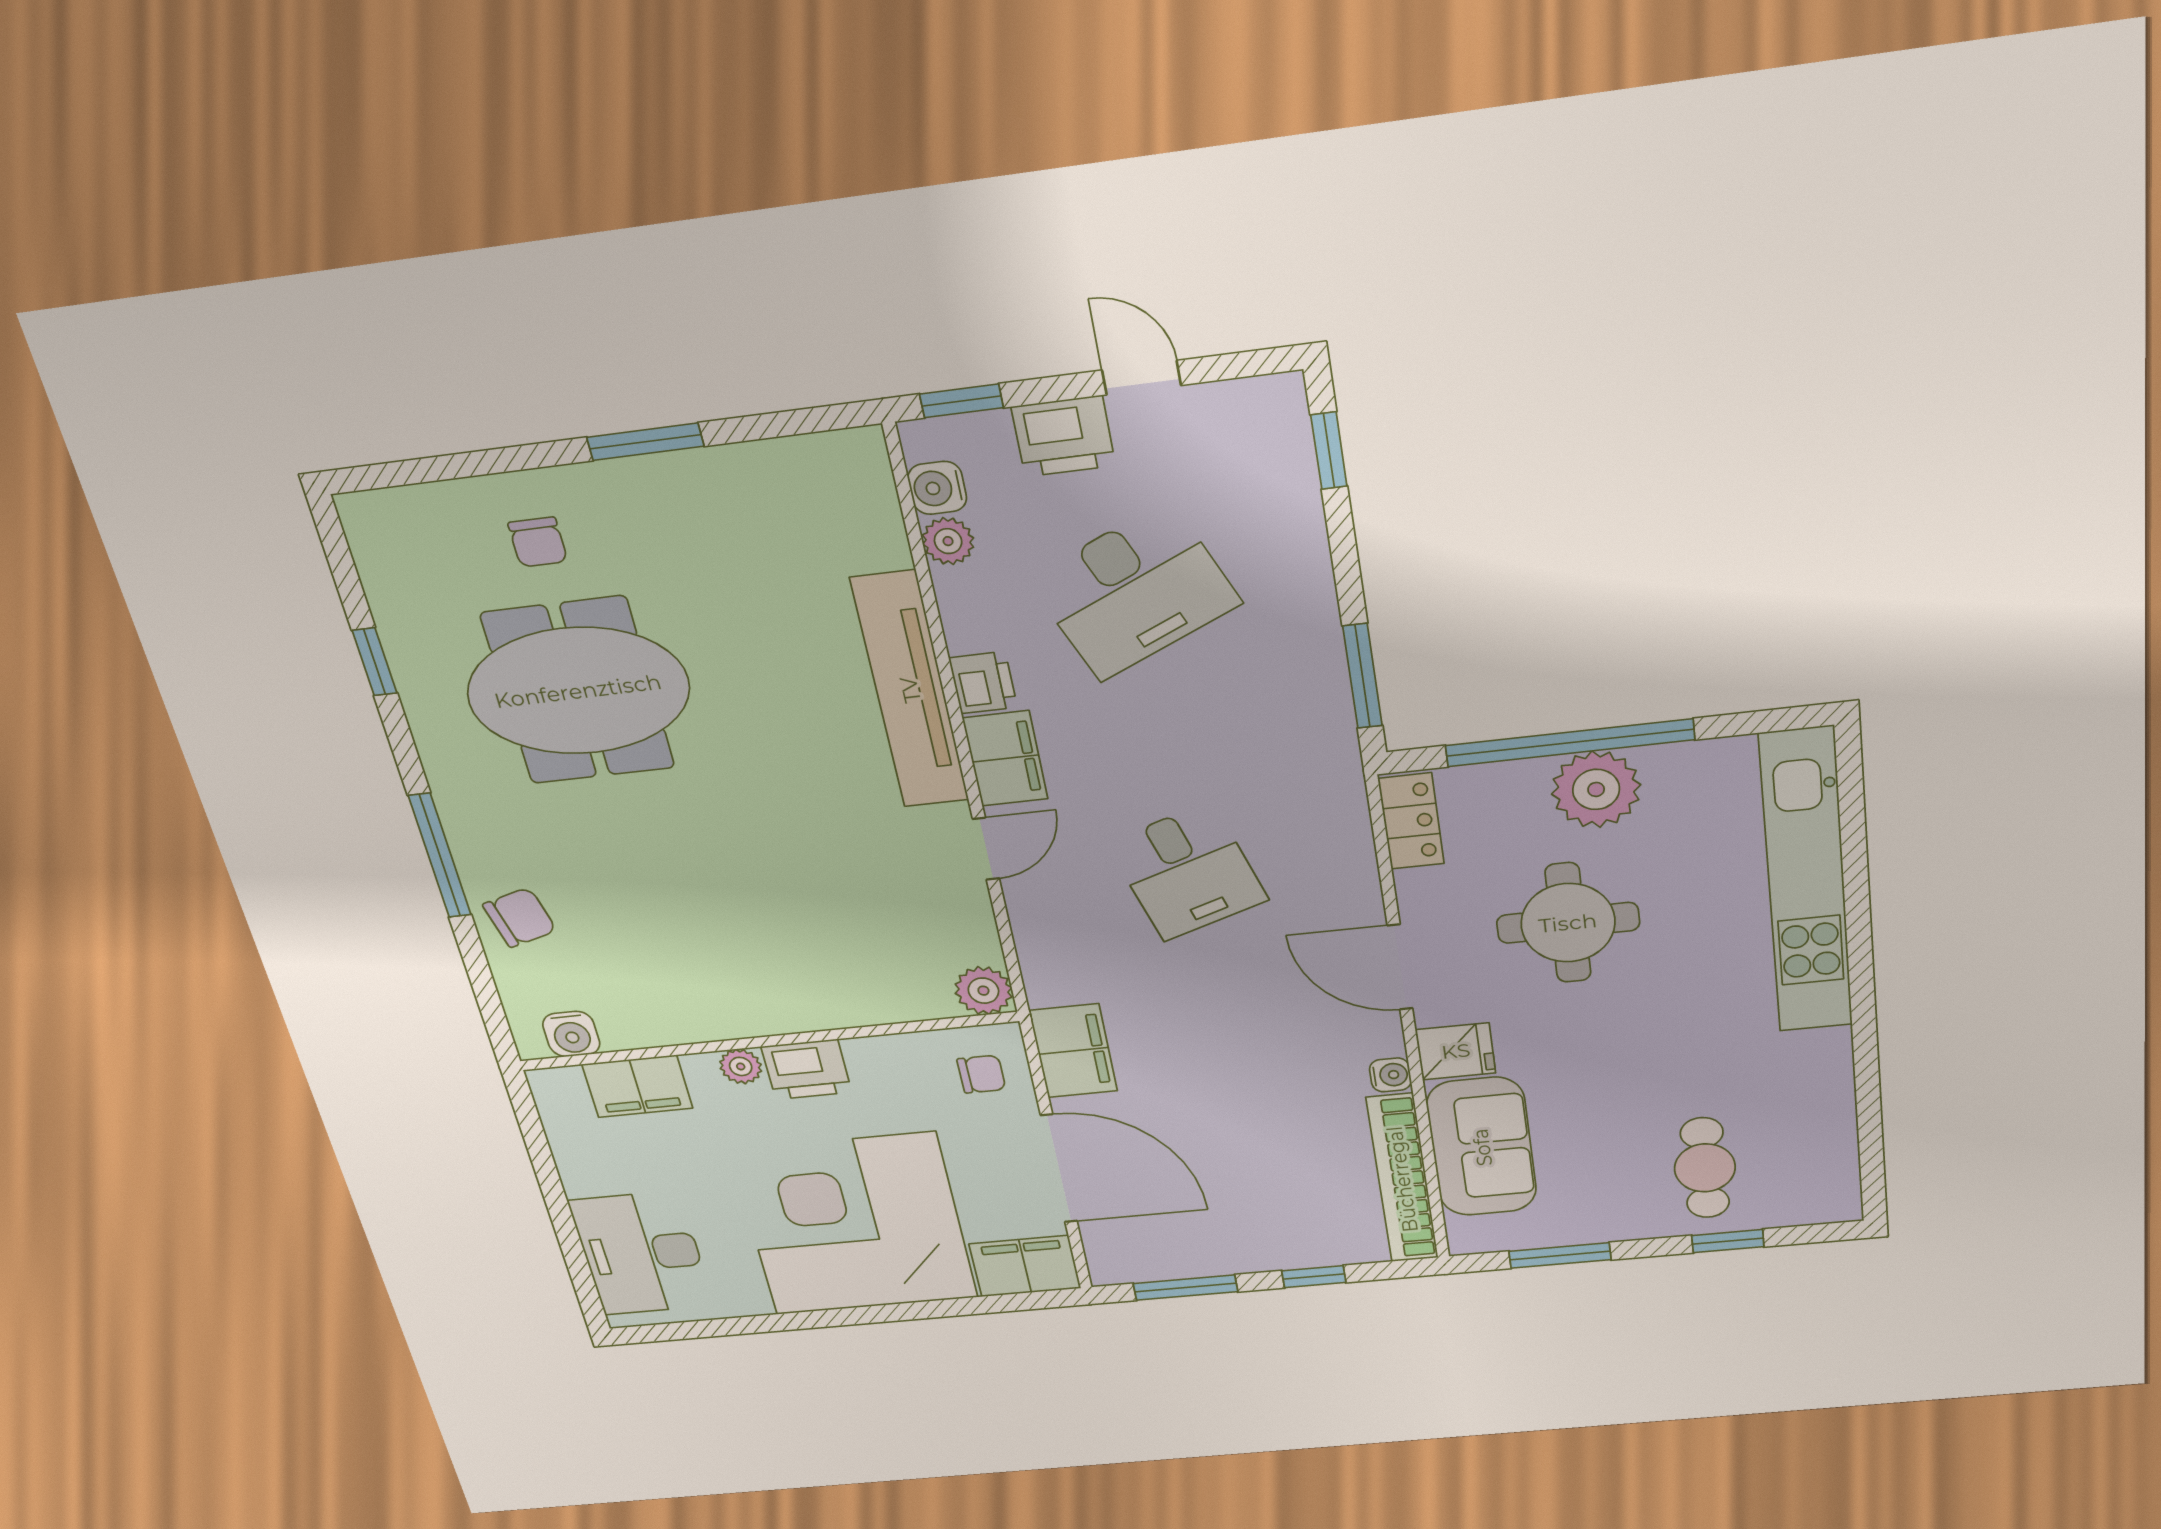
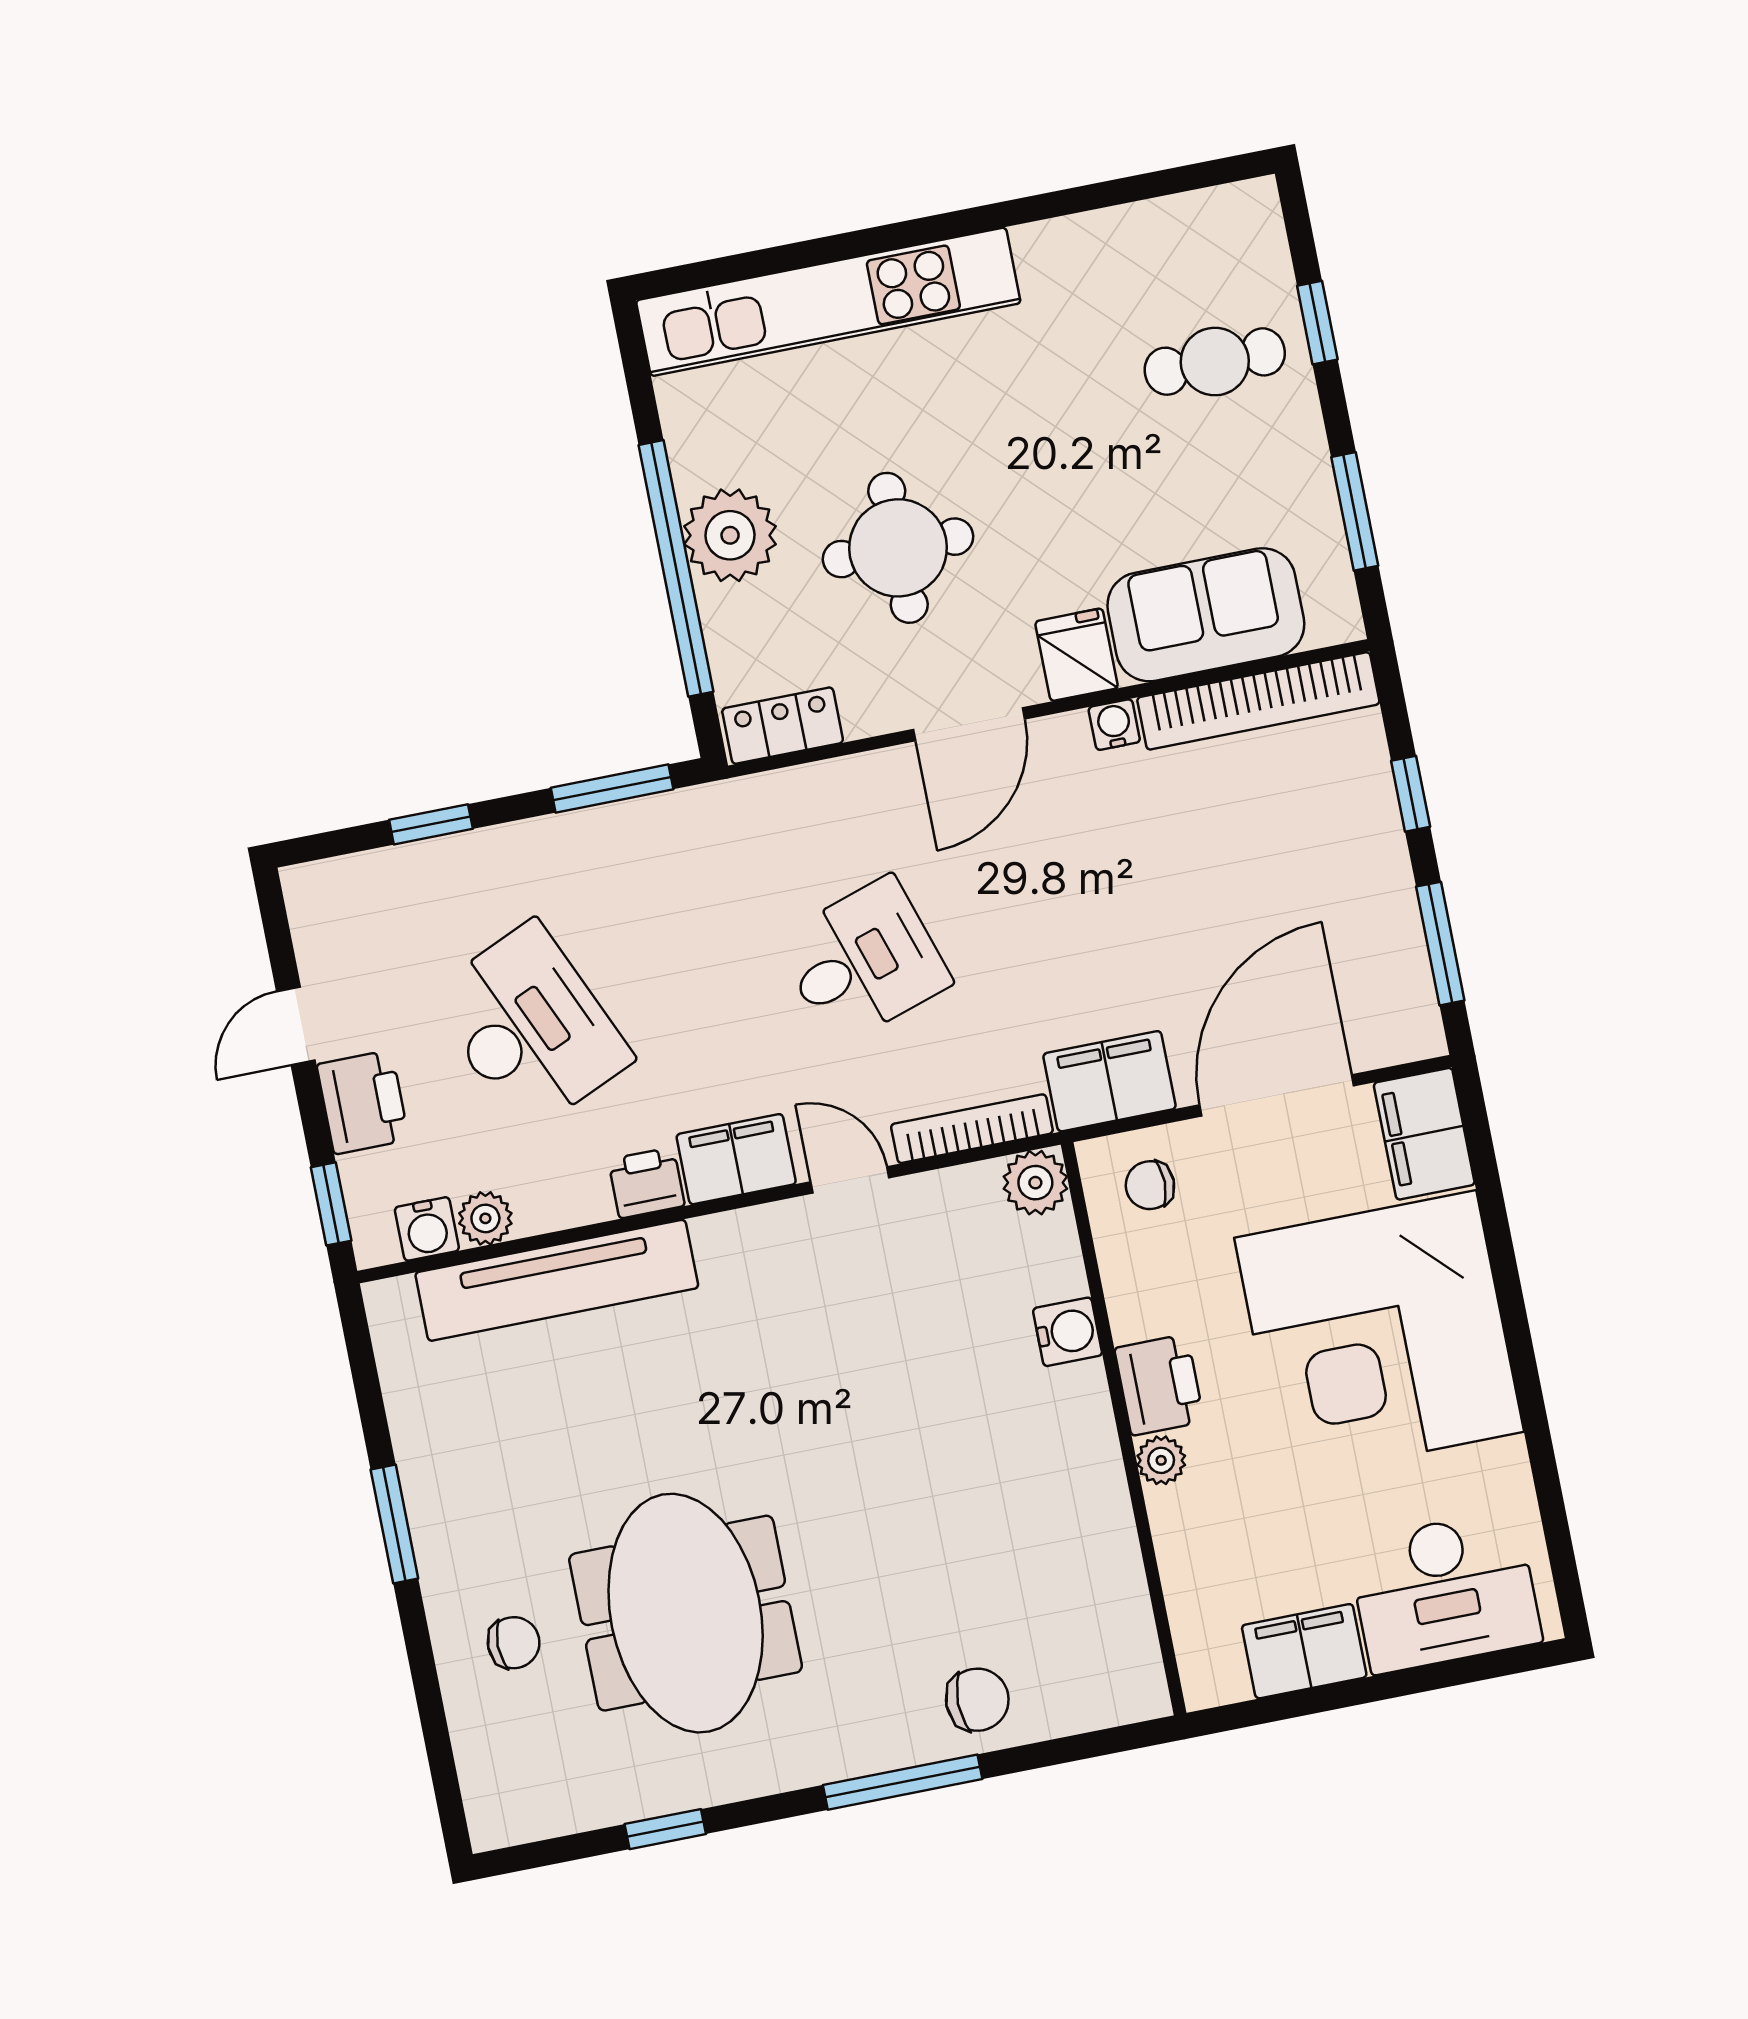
window: (1329, 451) -> (431, 824), moved
tv unit: (910, 690) -> (557, 1280), moved
chair: (520, 918) -> (977, 1700), turned 105
bookcase: (1032, 946) -> (972, 1129), added
water cooler: (571, 1034) -> (1068, 1332), moved
chair: (981, 1074) -> (1150, 1185), turned -90
filing cabinet: (637, 1086) -> (1304, 1651), moved, turned -90

